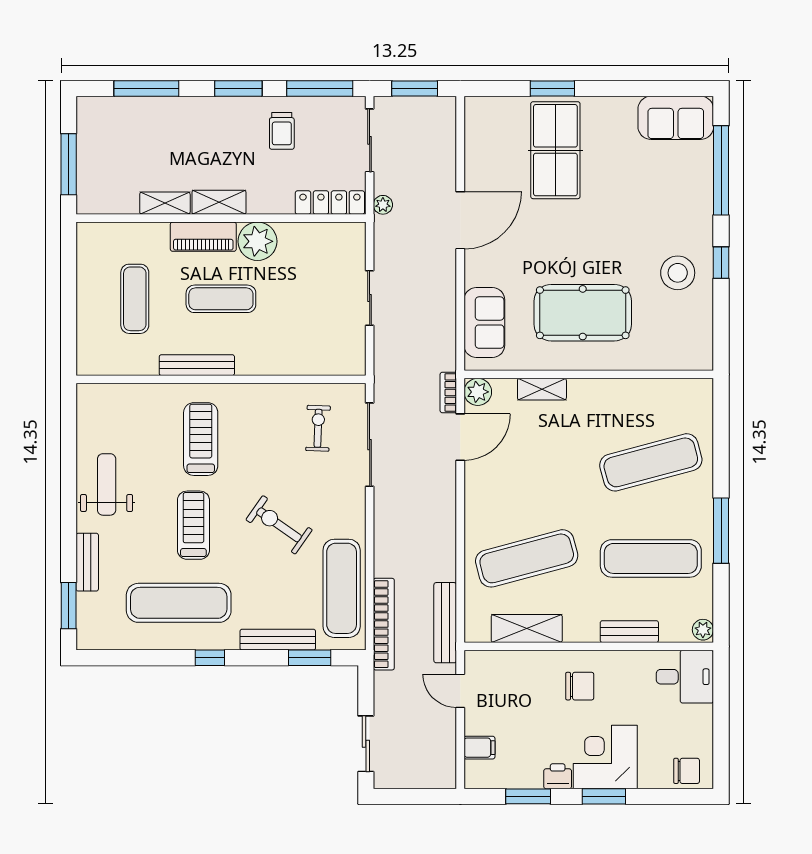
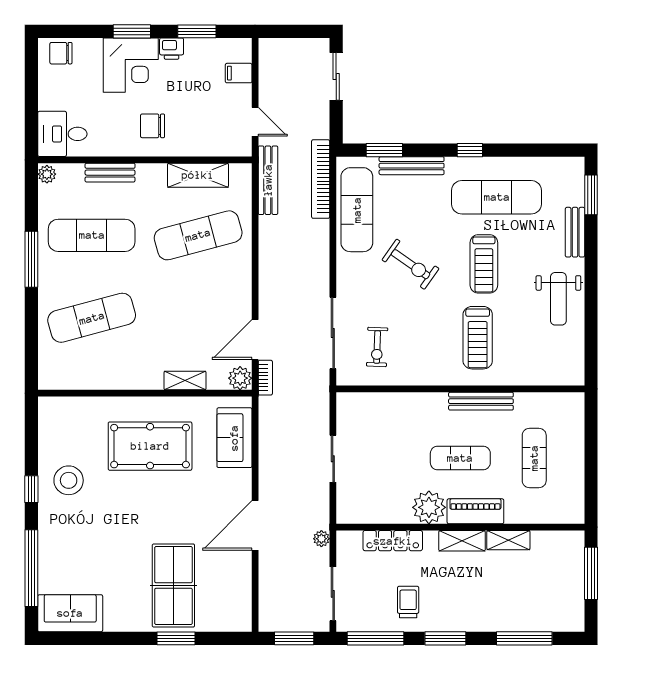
locker: (330, 203) -> (393, 541), moved

